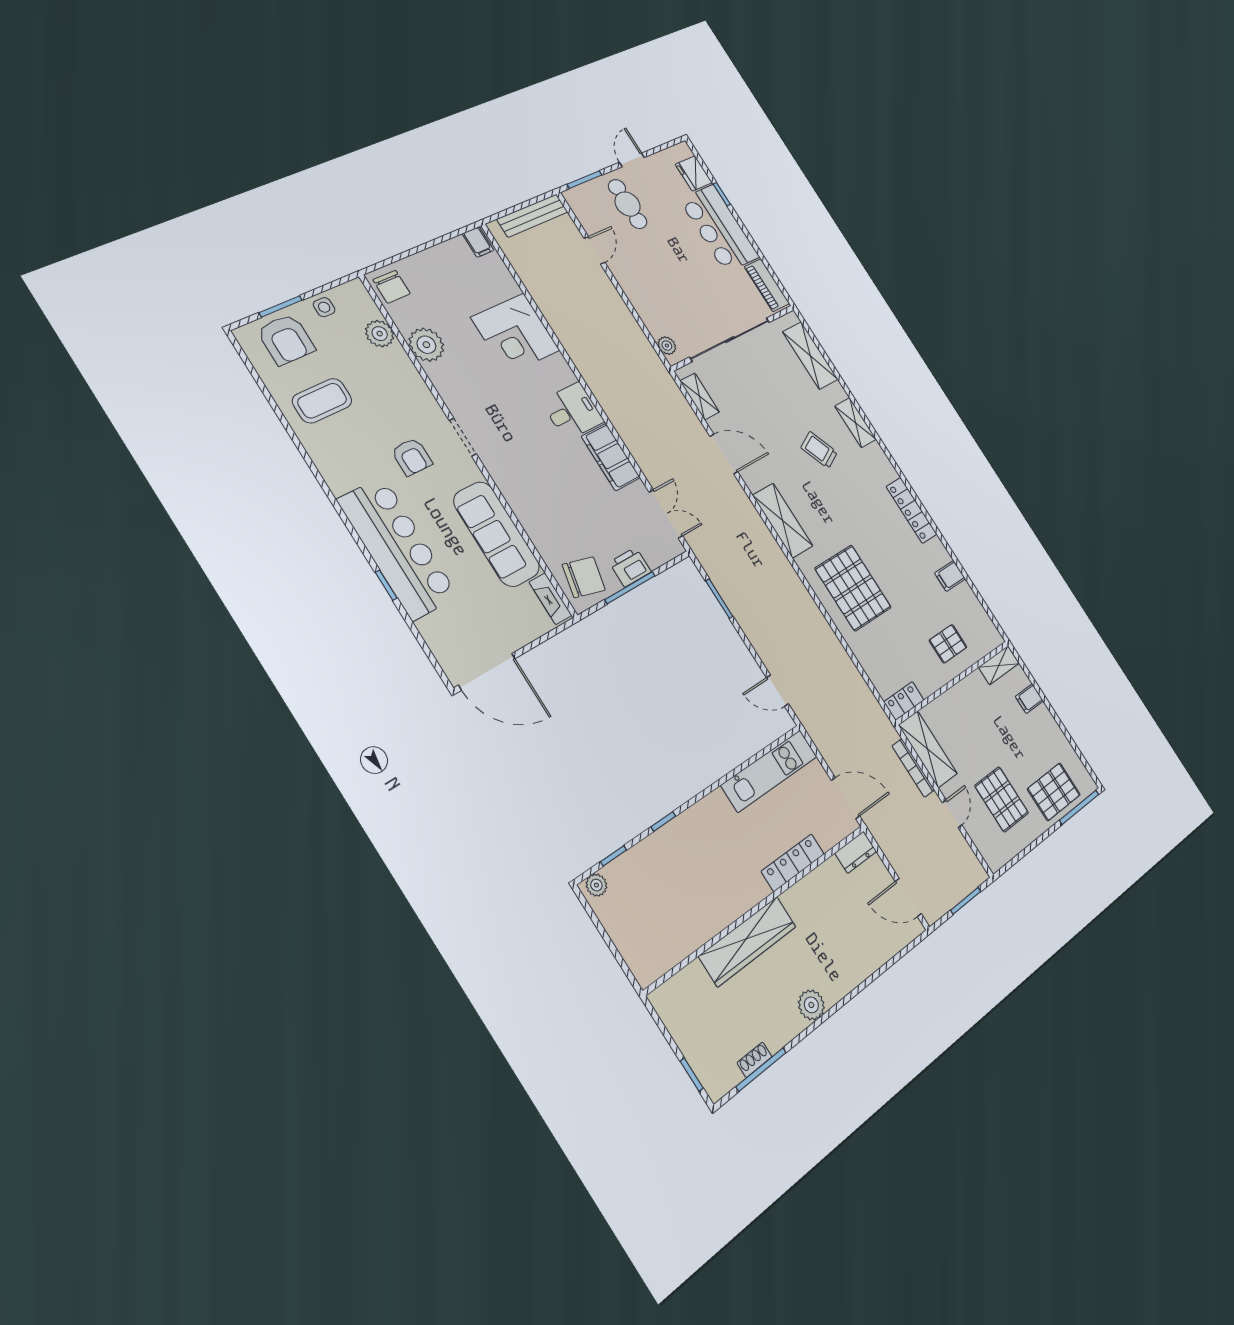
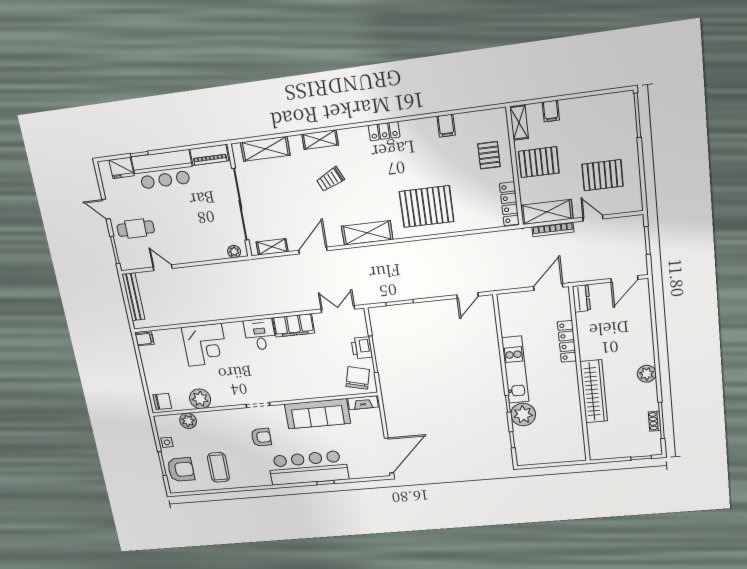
locker: (912, 510) -> (384, 131), width x0.66
locker: (904, 701) -> (509, 204), width x1.53
kitchen unit: (769, 771) -> (515, 370), moved
pallet: (1054, 792) -> (539, 162), moved, turned 90
plant: (596, 885) -> (523, 414), moved, width x1.88, depth x1.88

